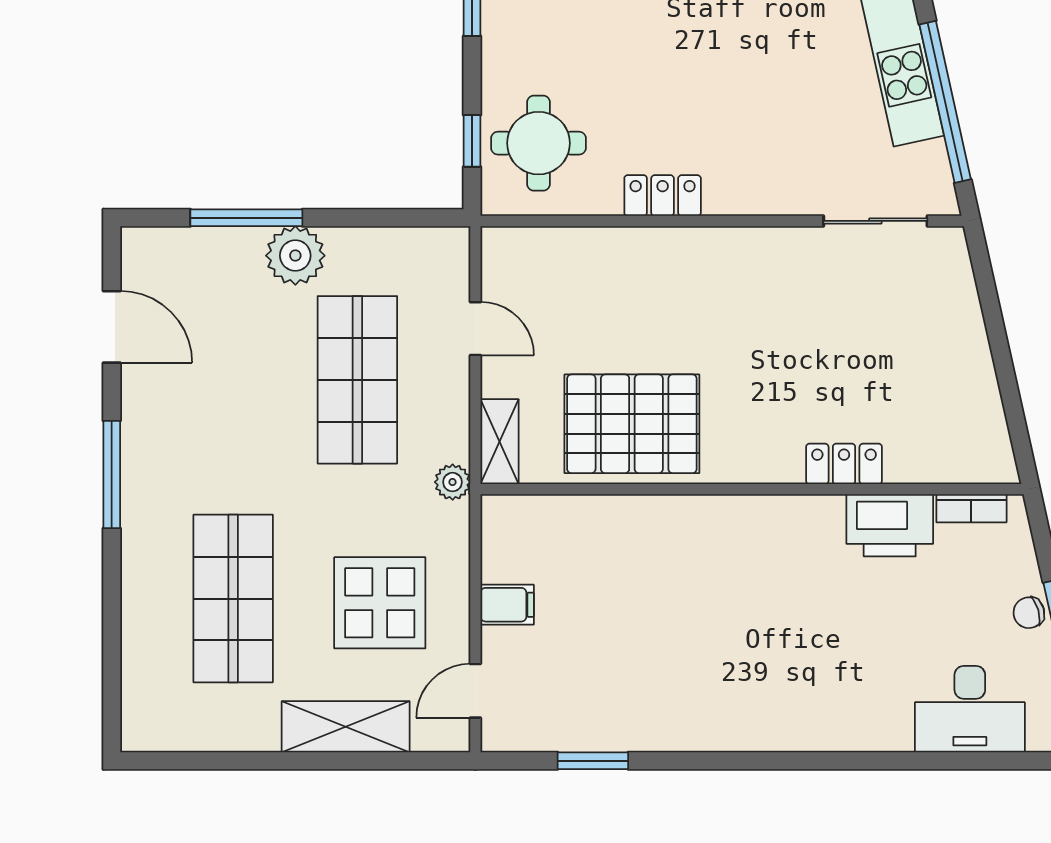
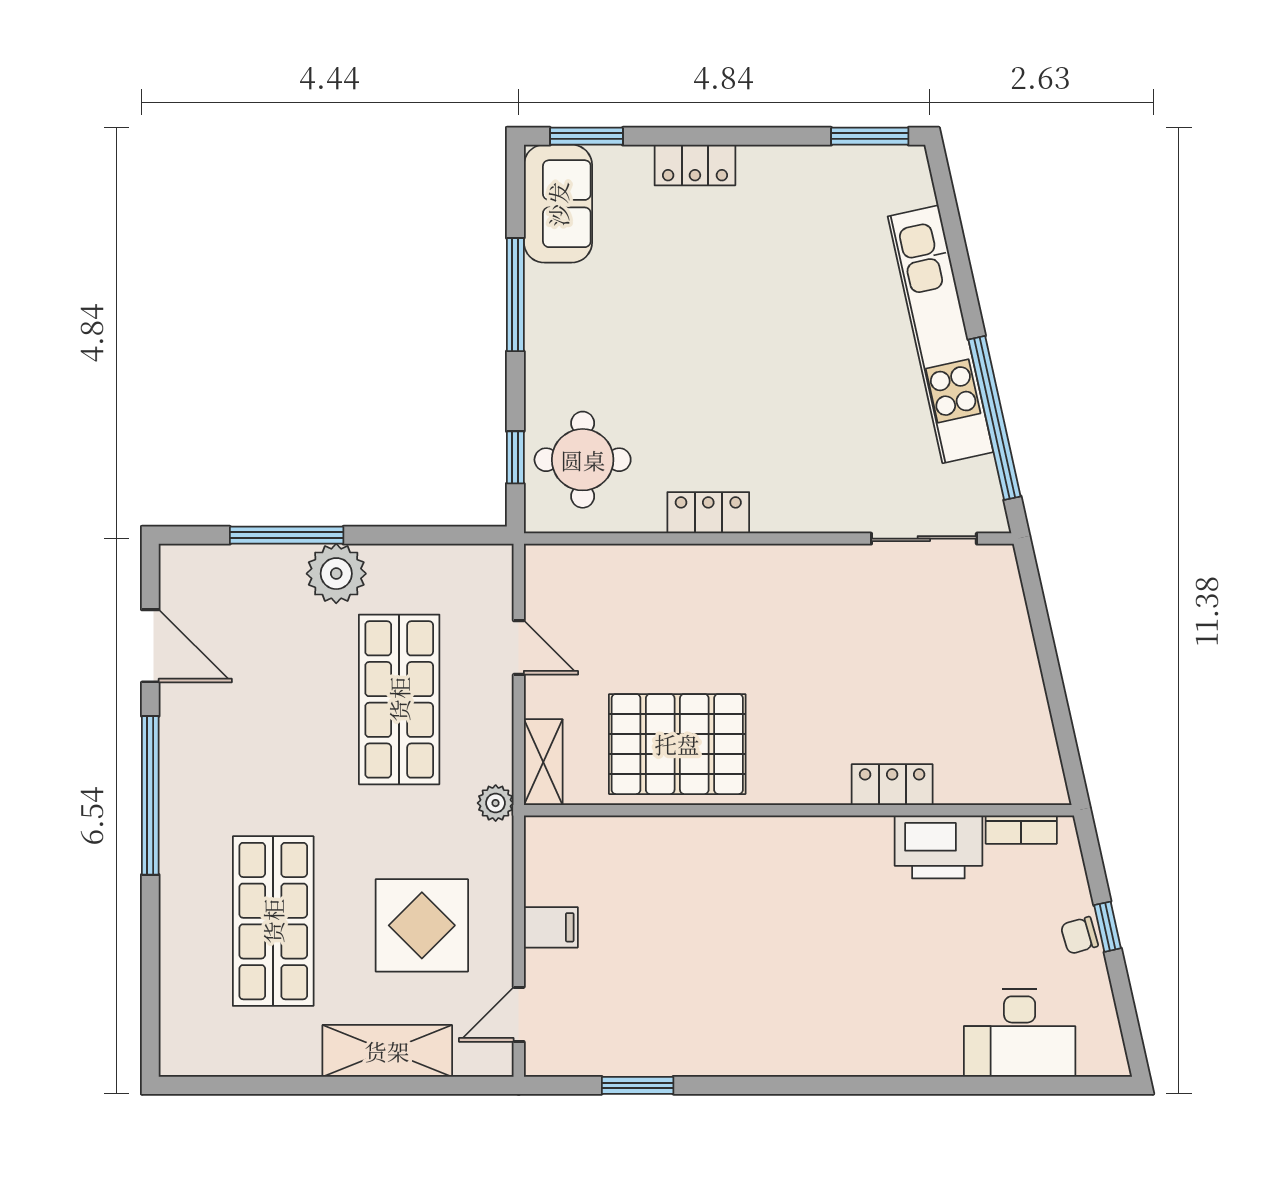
window: (112, 475) -> (150, 795), width x1.46

